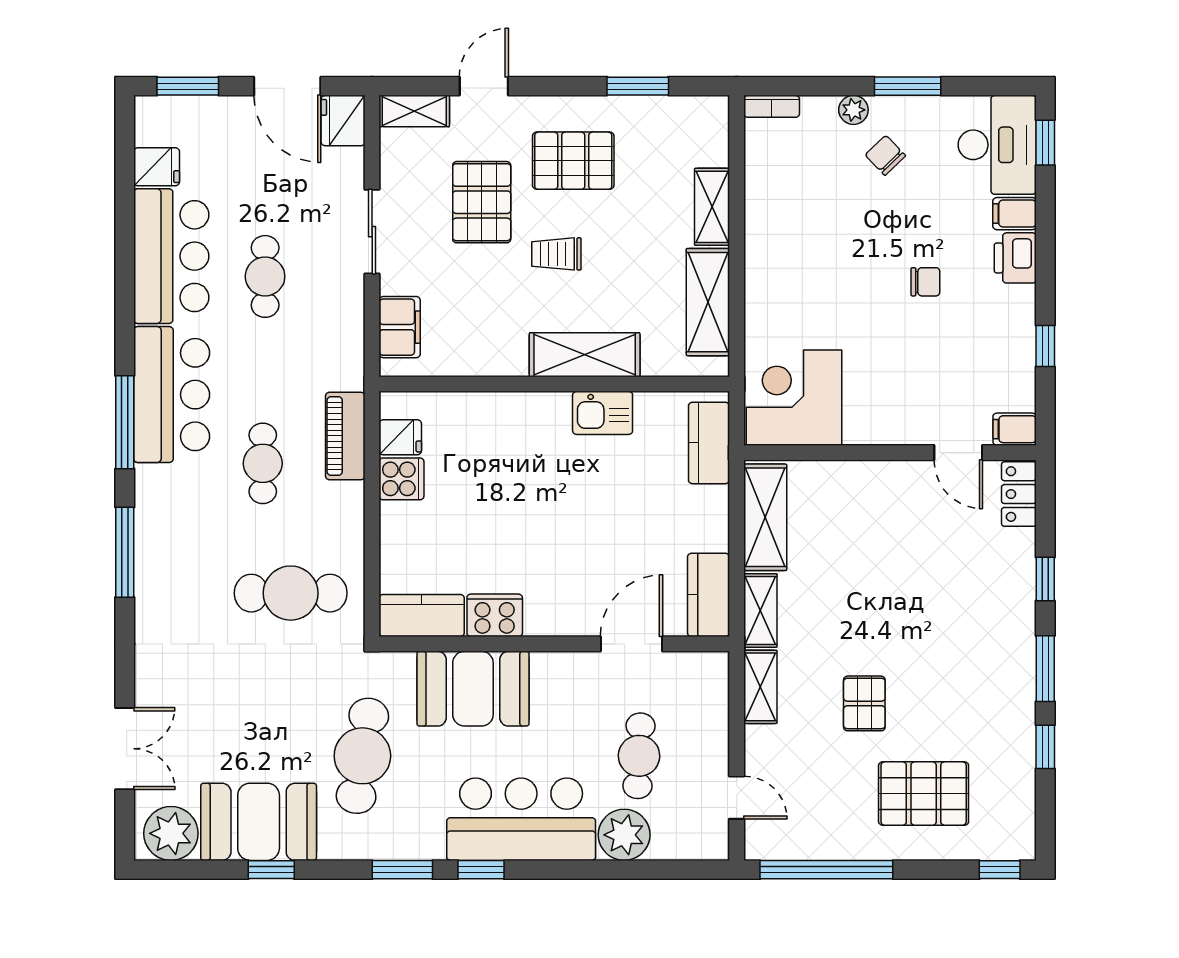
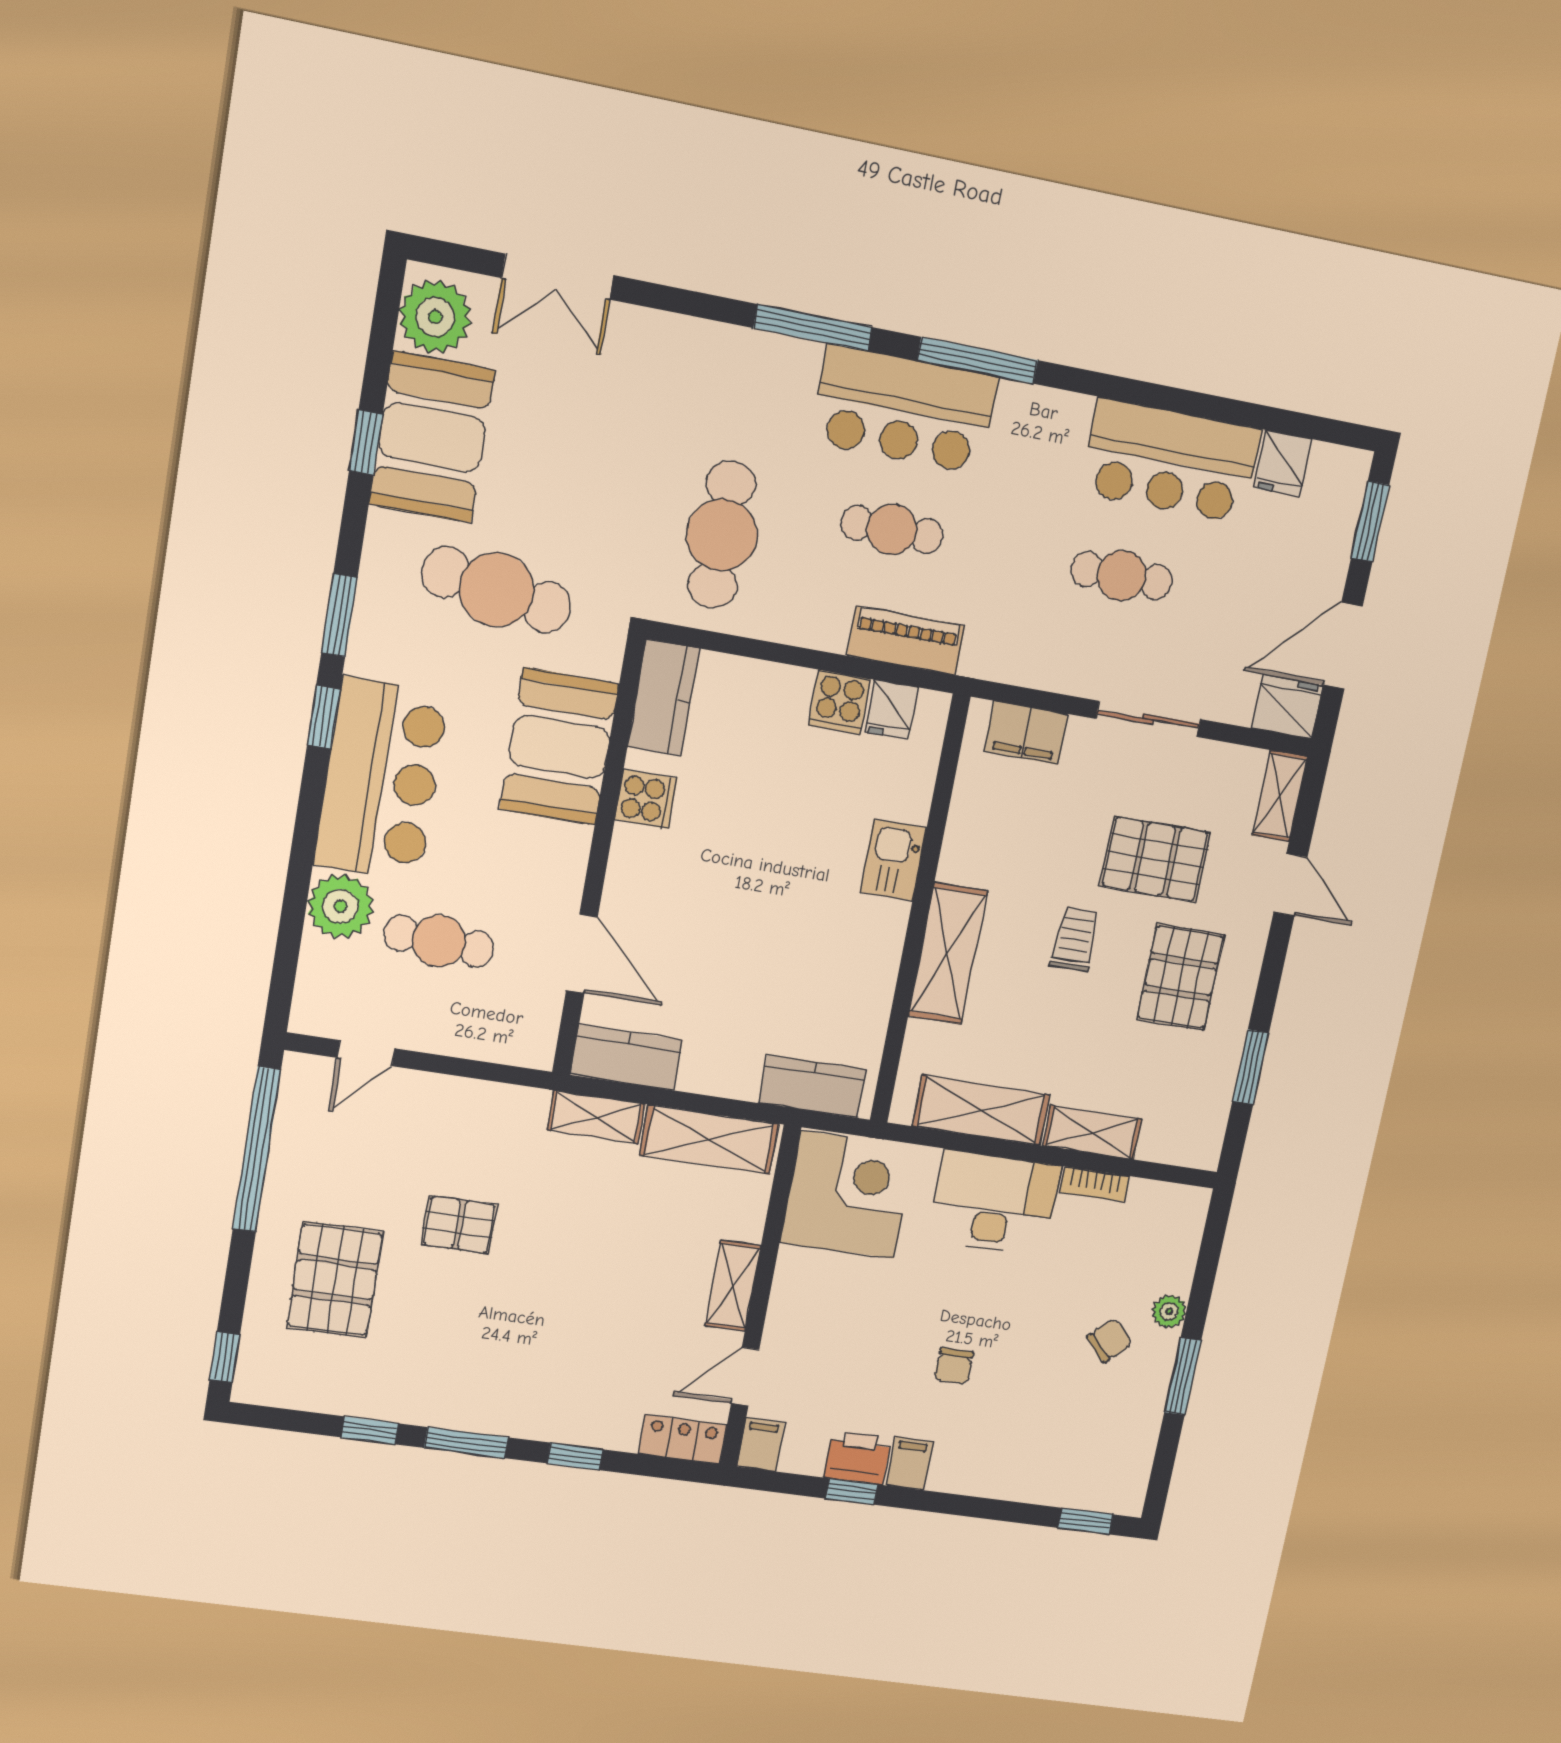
bookcase: (772, 106) -> (1095, 1184), moved, turned -90
desk: (997, 145) -> (994, 1203), moved, turned 180
filing cabinet: (1015, 214) -> (909, 1464), moved
printer: (1015, 258) -> (858, 1458), moved
bar counter: (172, 395) -> (904, 409), moved
kitchen sink: (603, 413) -> (893, 860), moved
cooker: (495, 615) -> (646, 799), width x0.73
shelving: (760, 687) -> (733, 1286), moved, turned 90

